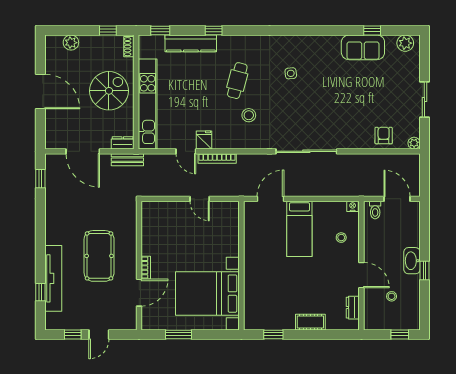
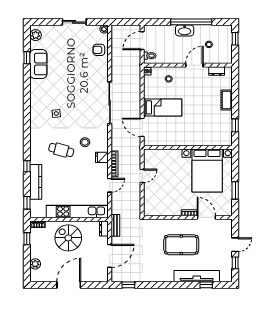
fridge: (204, 140) -> (102, 157), moved
window: (424, 270) -> (191, 22), width x3.17
door: (99, 334) -> (235, 245), hinge flipped

